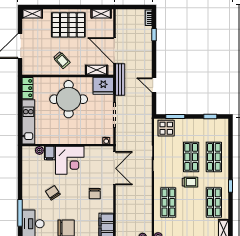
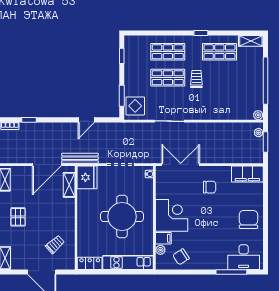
pallet: (68, 25) -> (18, 217), width x0.49, depth x0.50
trolley: (62, 60) -> (55, 244), moved
round table: (69, 99) -> (122, 217), moved
chair: (53, 193) -> (181, 257), moved
shop shelf: (168, 202) -> (219, 104), removed

